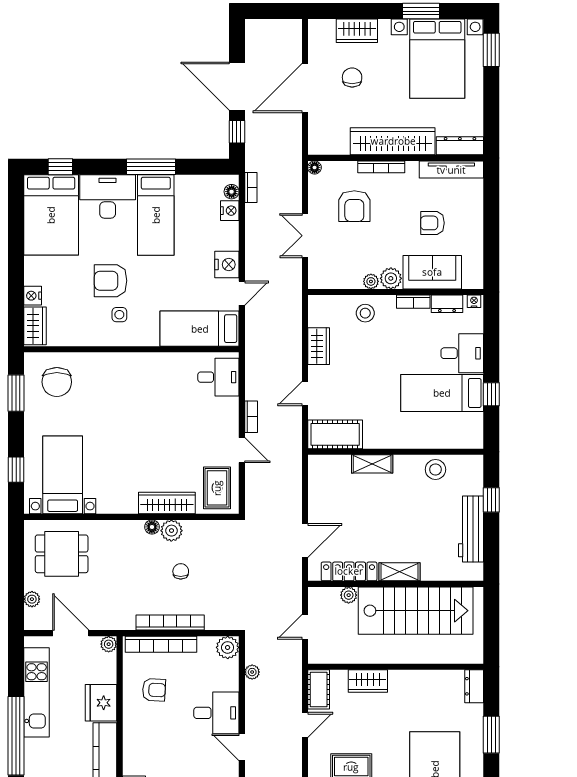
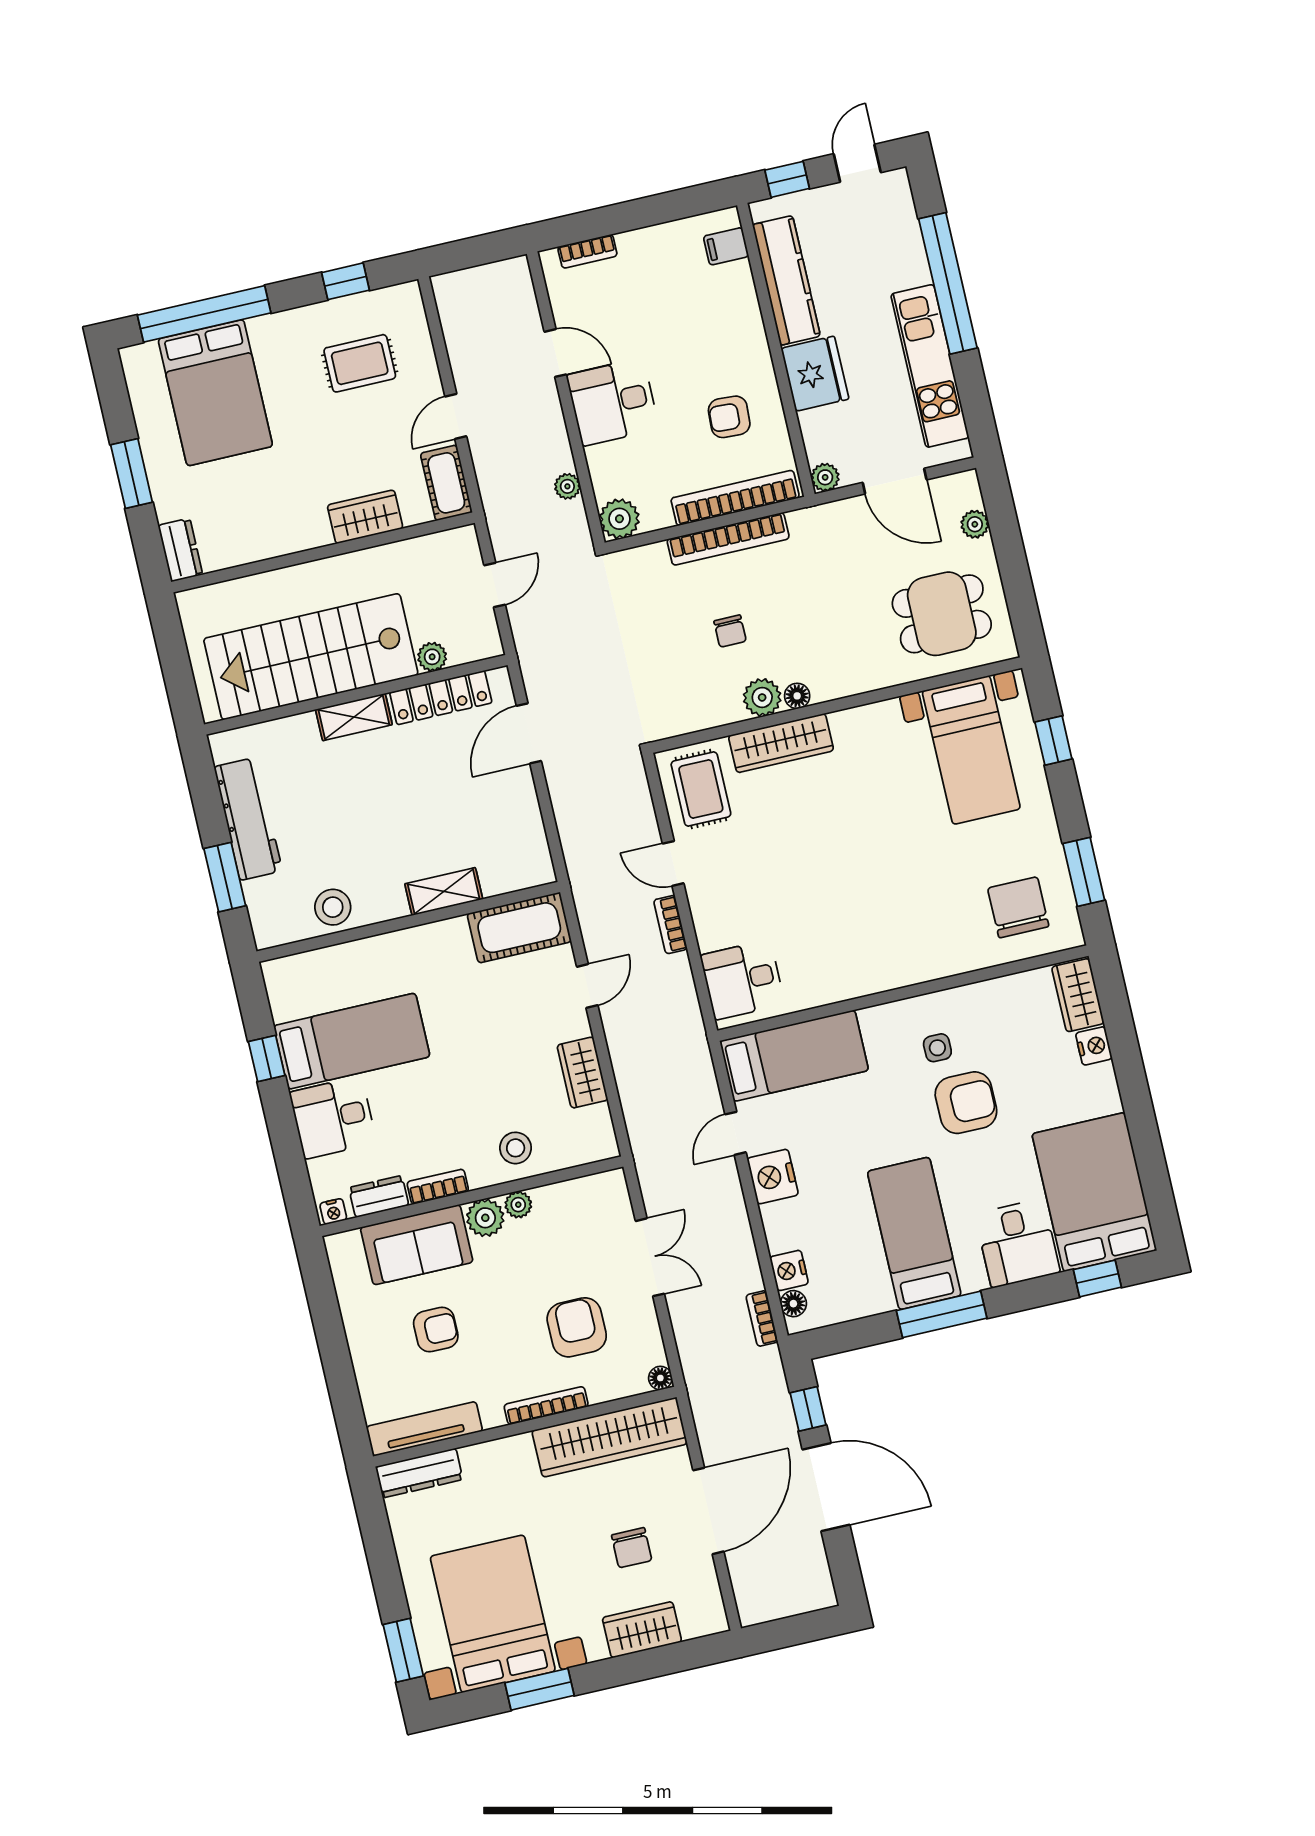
wardrobe: (393, 141) -> (610, 1437), moved
desk: (108, 196) -> (1017, 1243), width x0.73
window: (491, 500) -> (225, 877), width x1.50

